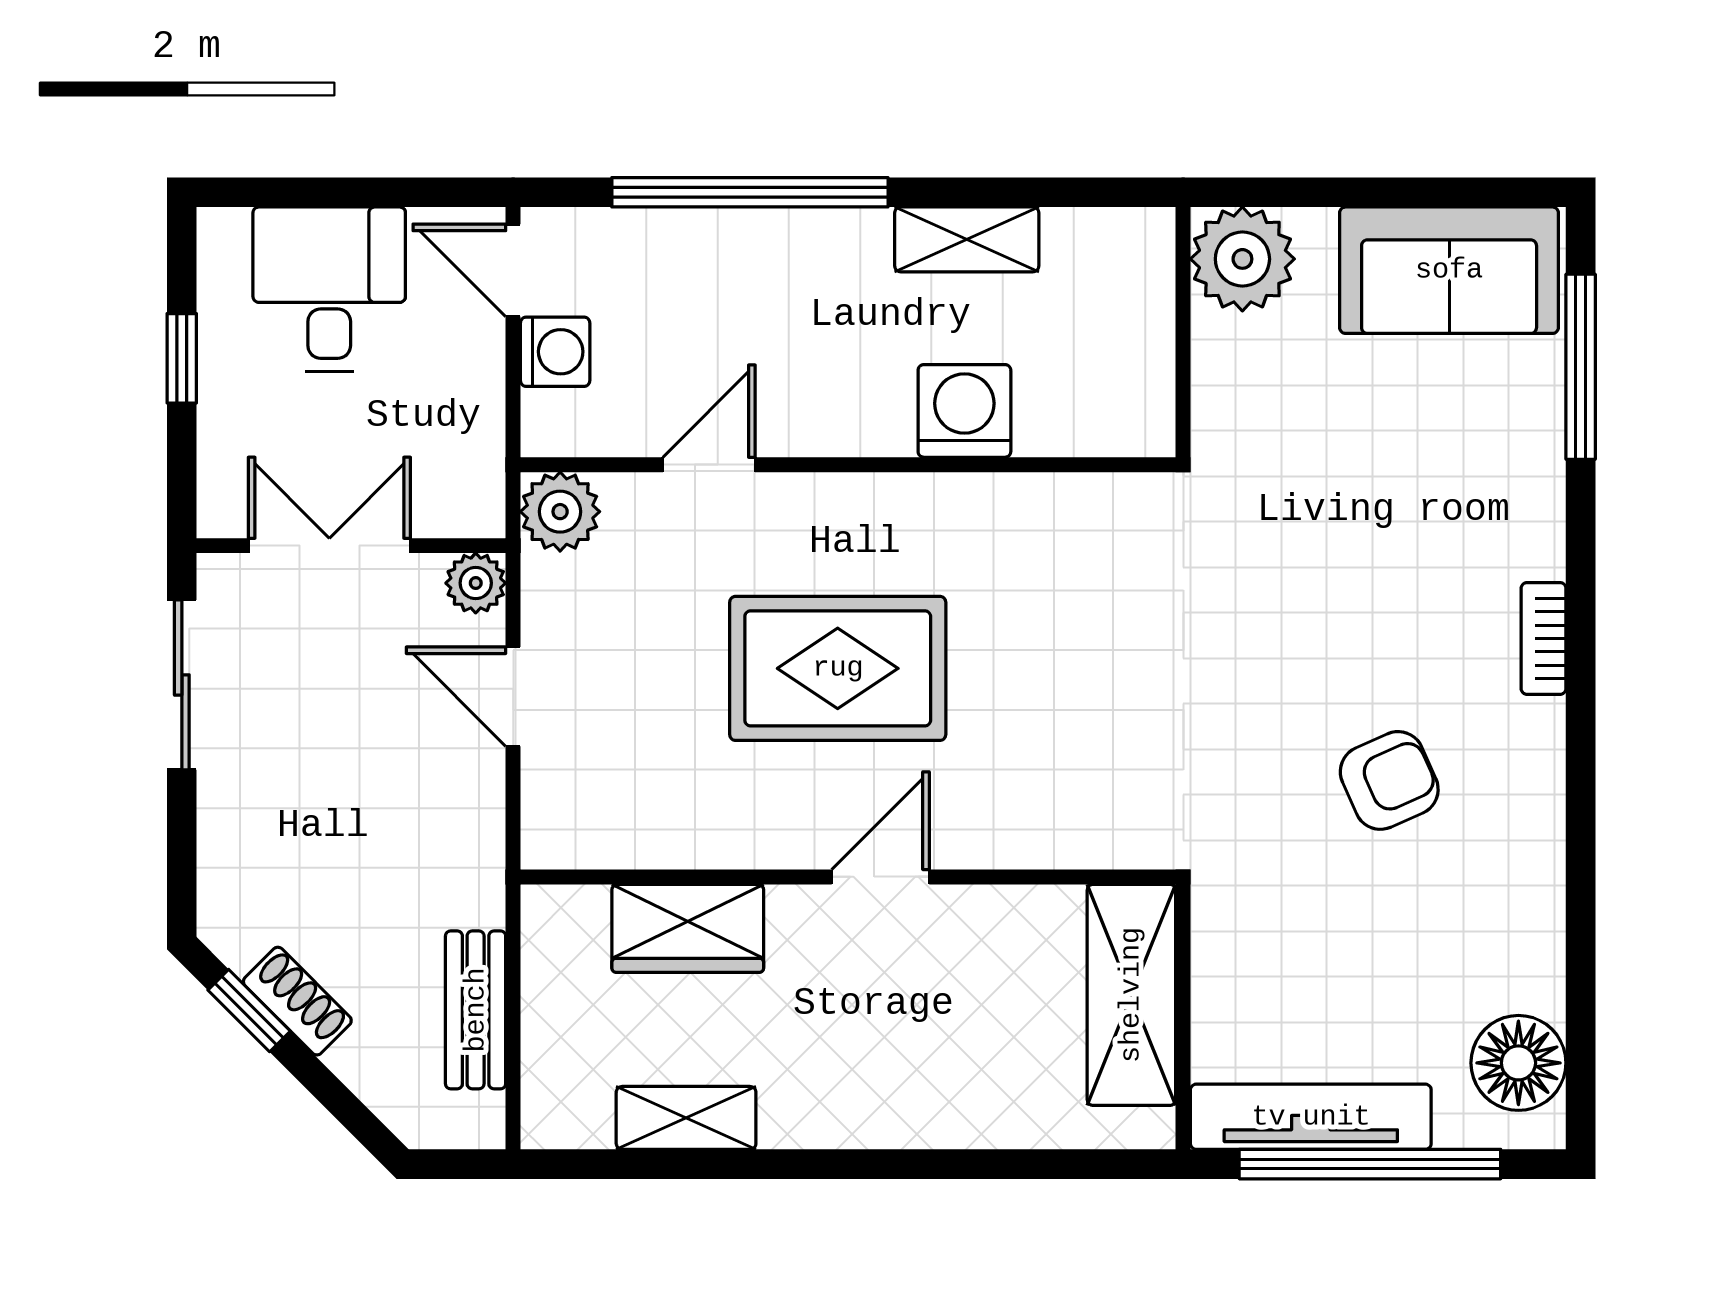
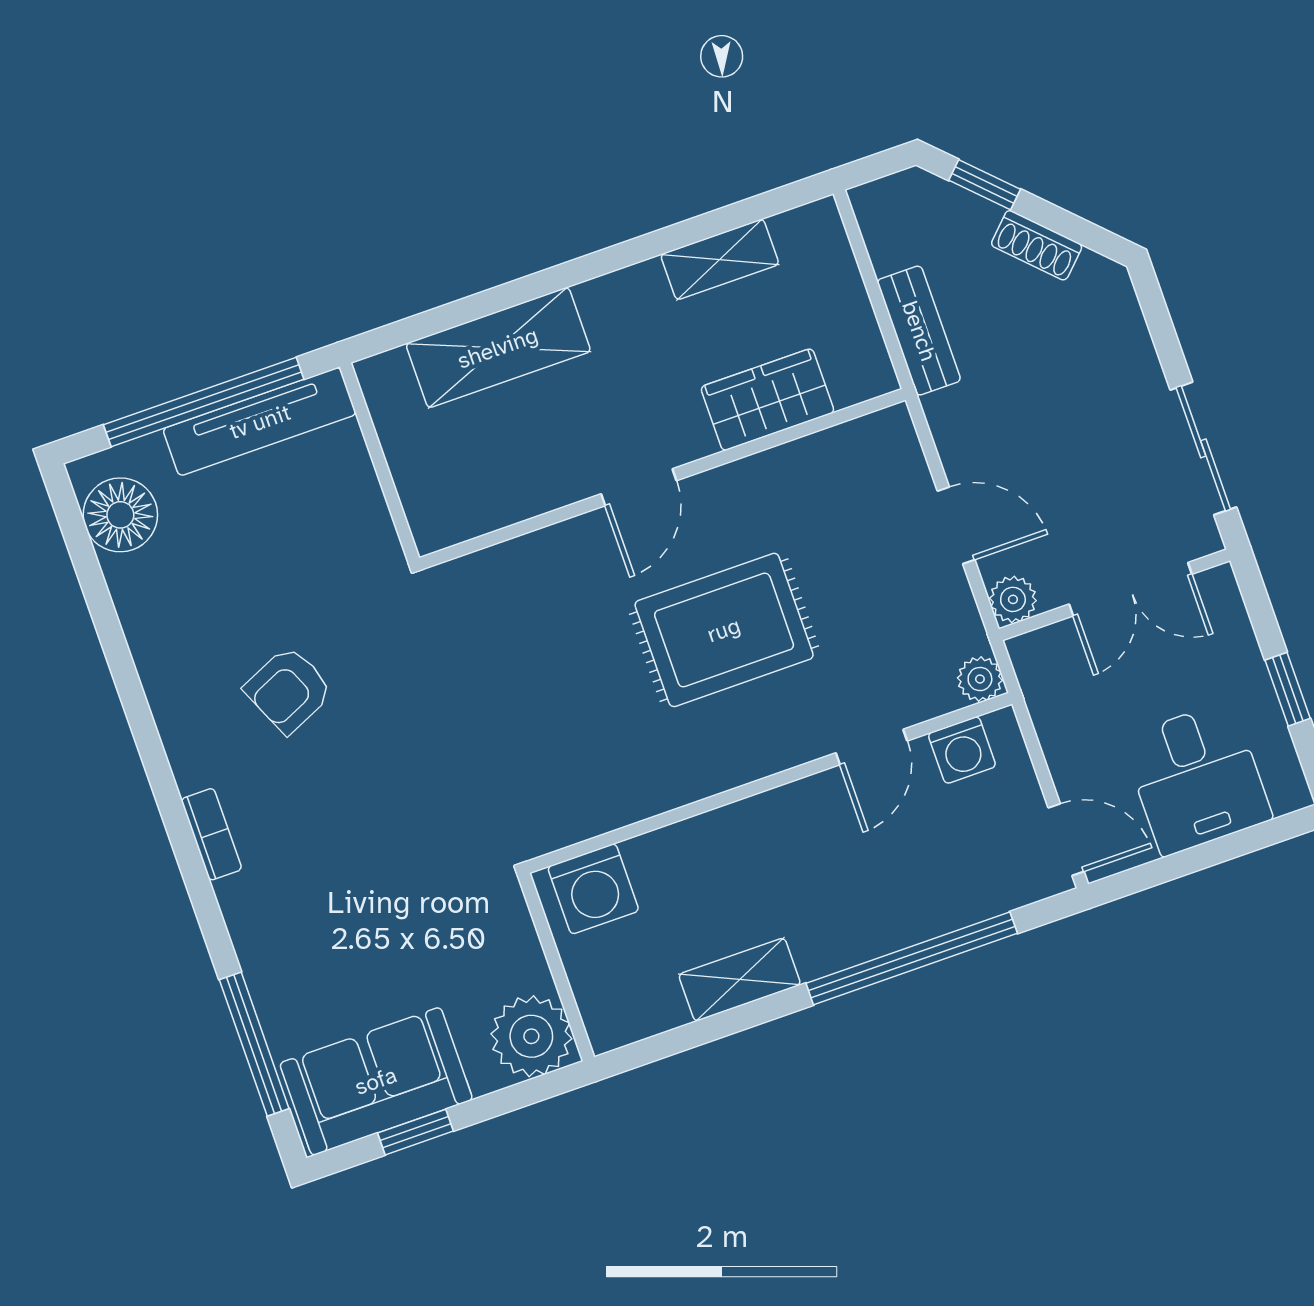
window: (1423, 192) -> (416, 1132), added
washing machine: (555, 352) -> (962, 750), moved, turned -90
washing machine: (964, 411) -> (593, 889), moved
plant: (560, 512) -> (980, 679), width x0.73, depth x0.73
shelving: (1131, 995) -> (498, 348), moved, turned 90
bench: (476, 1010) -> (919, 331), moved
window: (249, 1011) -> (985, 185), moved

